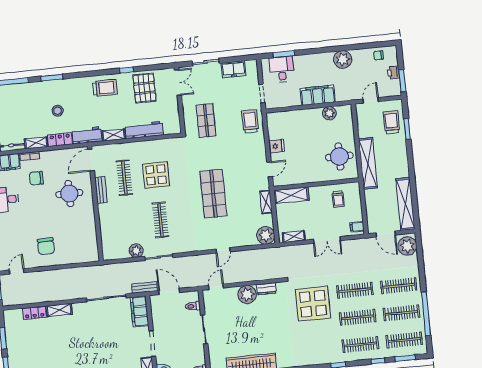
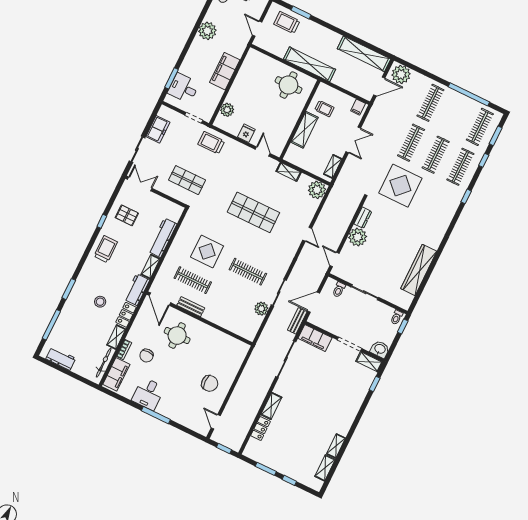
pallet: (144, 88) -> (127, 215), width x0.67, depth x0.71
plant: (329, 113) -> (227, 110), moved
shelving: (291, 195) -> (304, 130), moved
clothes rail: (401, 313) -> (455, 115), removed

